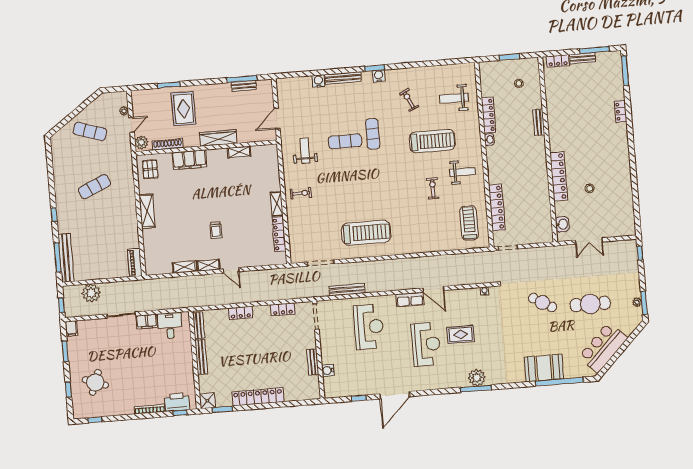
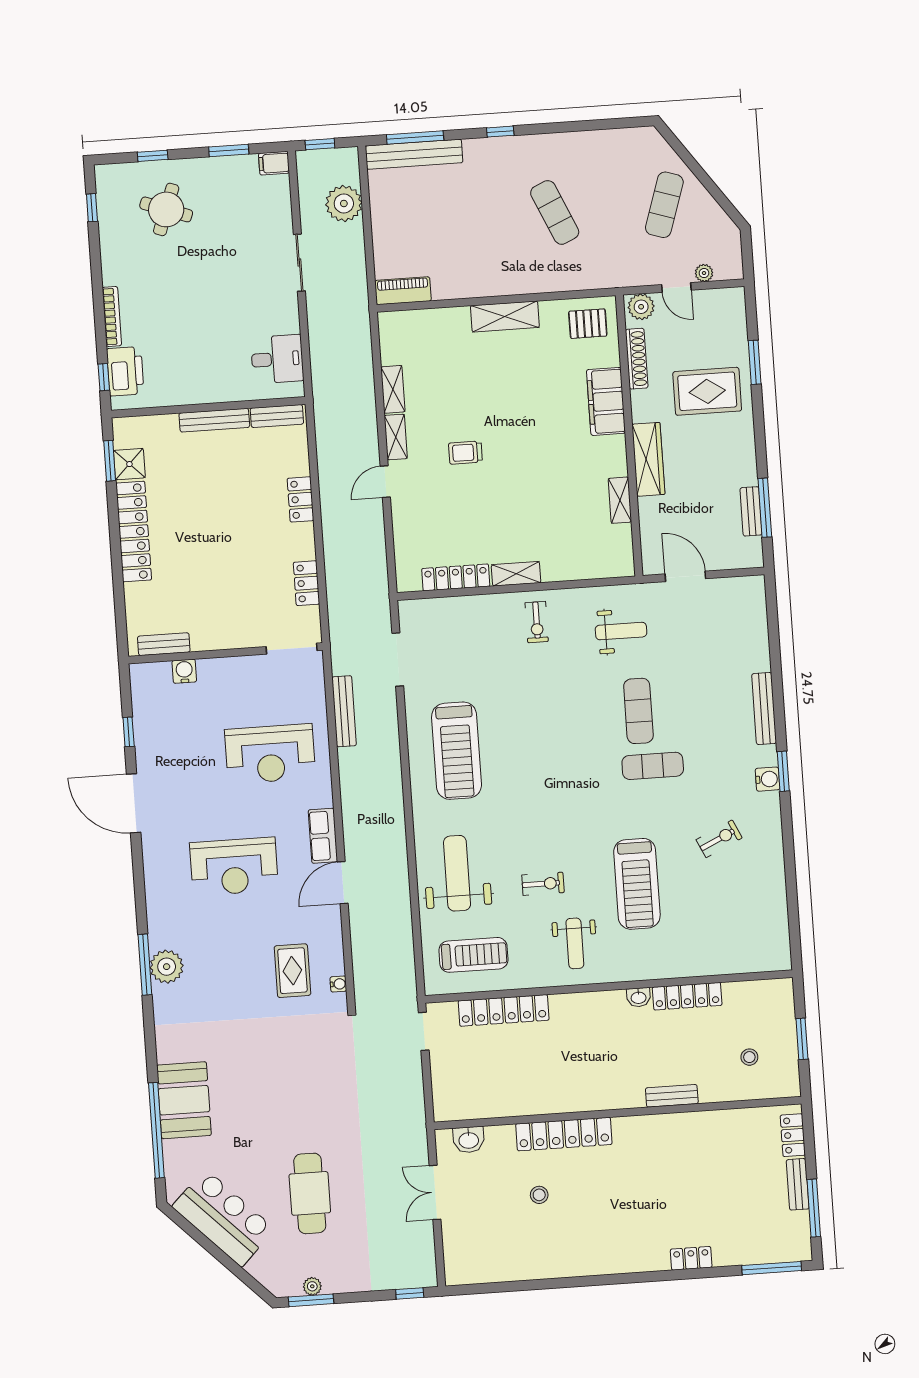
water cooler: (318, 81) -> (759, 660), removed
weight bench: (454, 98) -> (457, 873), moved, width x1.36, depth x1.33
cafe table: (543, 303) -> (314, 1099), removed
filing cabinet: (147, 322) -> (286, 313), removed
rug: (461, 334) -> (292, 971), moved
bench: (313, 362) -> (164, 644), moved
shower: (207, 401) -> (129, 464), moved

